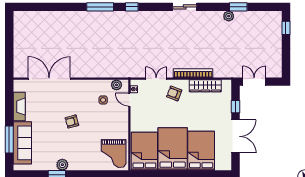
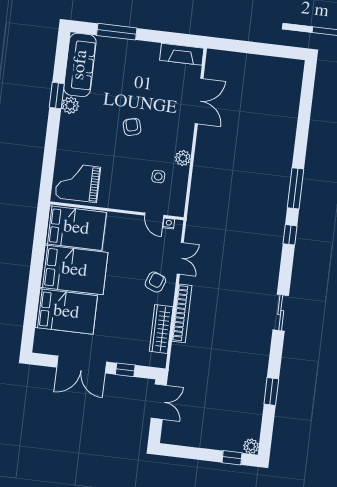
plant: (229, 16) -> (251, 446), moved
double door: (49, 79) -> (199, 101), width x0.73
plant: (116, 85) -> (183, 158), moved
door: (129, 100) -> (154, 215), swing flipped
fireplace: (19, 107) -> (182, 54), moved
sofa: (22, 143) -> (80, 65), moved, turned -90

